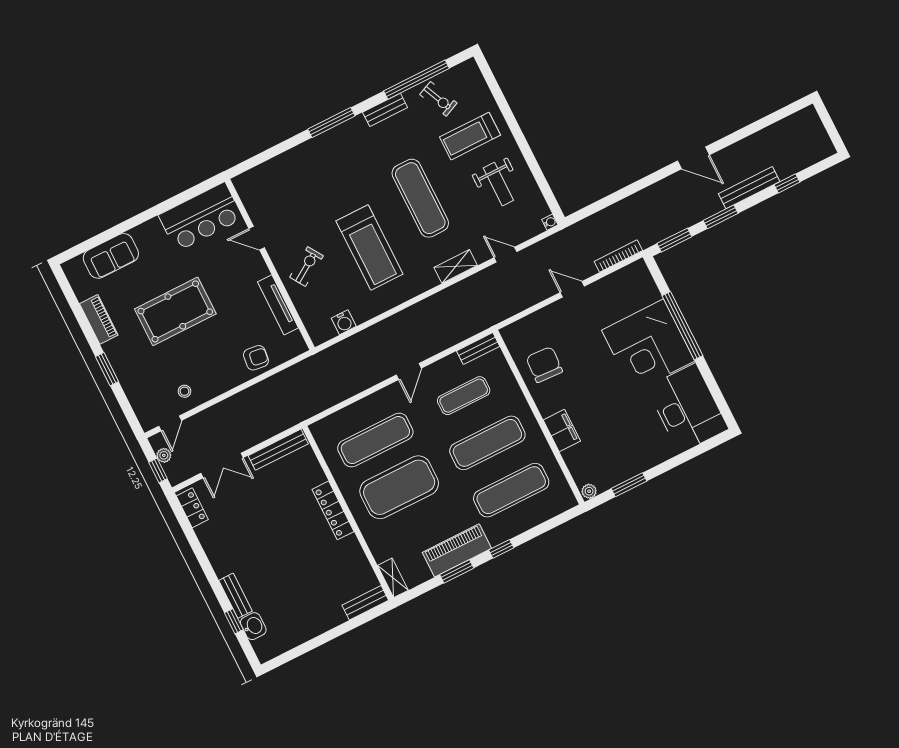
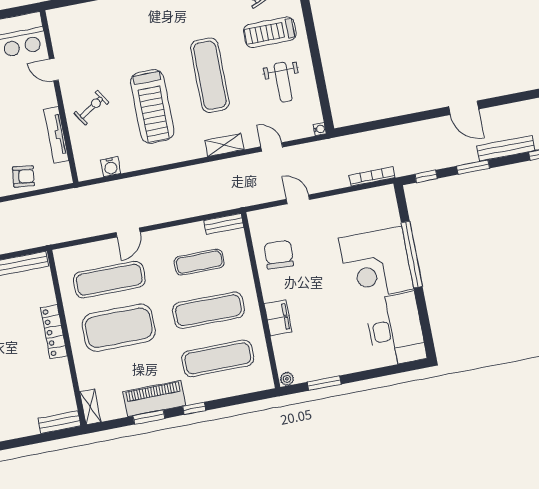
window: (674, 240) -> (426, 176), width x0.67
door: (572, 289) -> (298, 199), moved
door: (409, 371) -> (128, 232), moved

